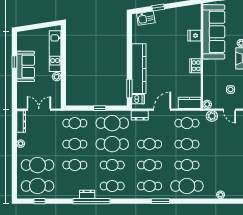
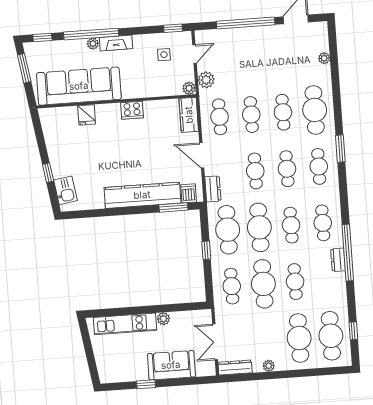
sofa: (26, 66) -> (171, 365), moved
cafe table: (75, 144) -> (263, 284), width x1.37, depth x1.35

